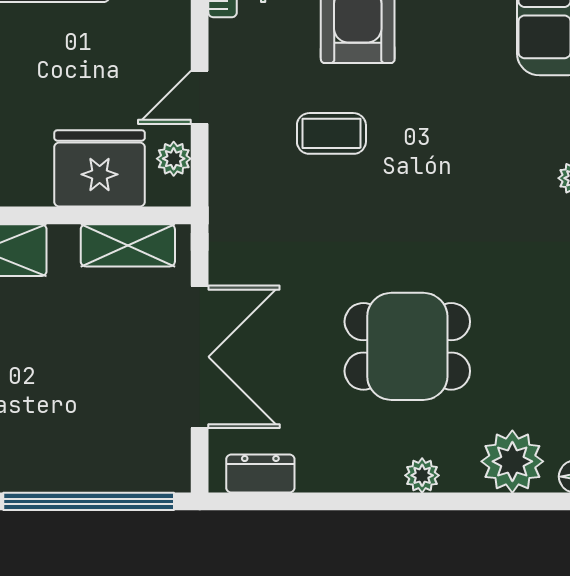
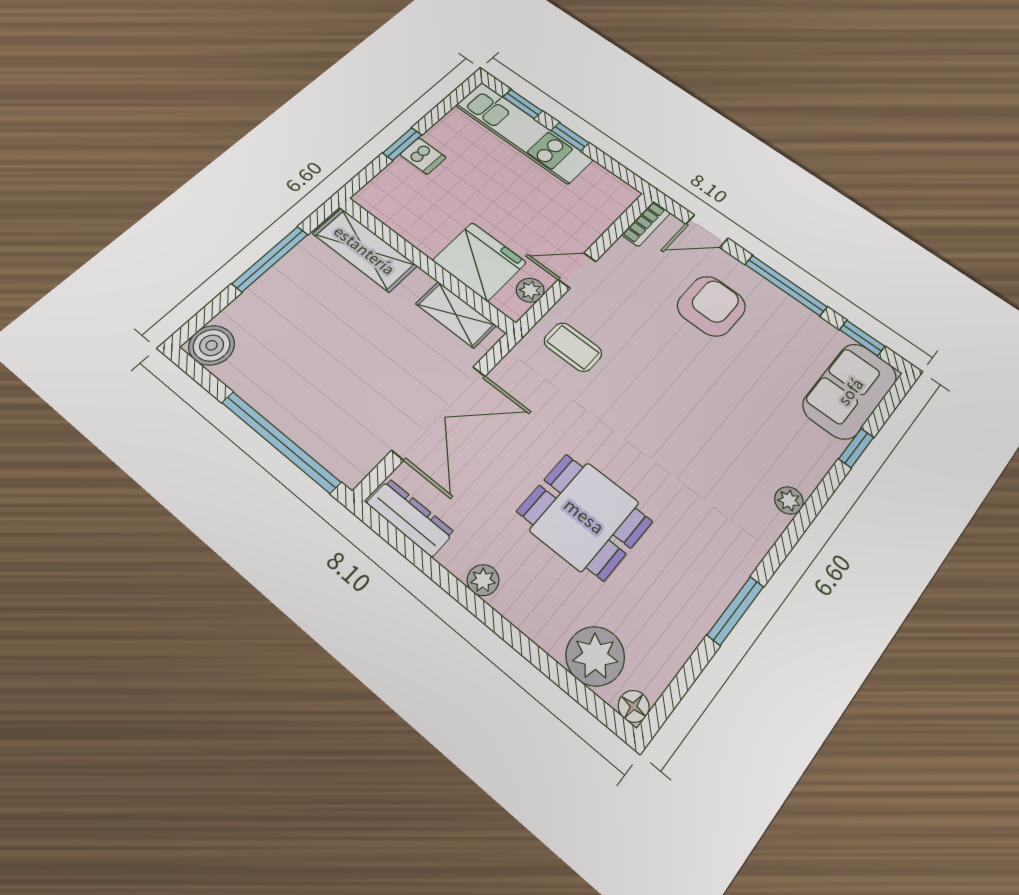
coffee table: (331, 133) -> (573, 347), moved
dresser: (260, 473) -> (410, 518), width x1.44
plant: (422, 475) -> (483, 580), moved

